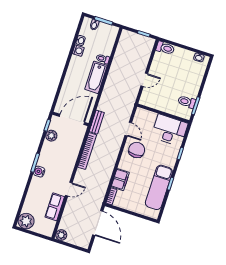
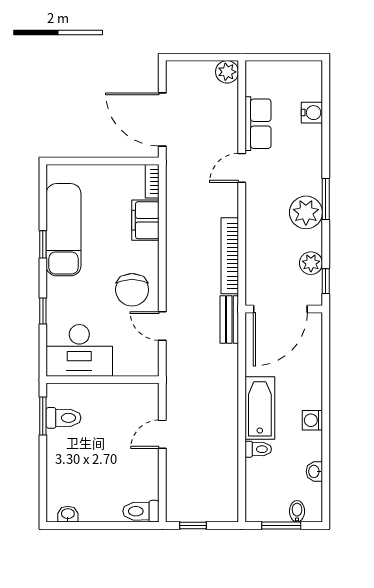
washing machine: (78, 51) -> (312, 420), moved
water cooler: (39, 172) -> (312, 113), moved
plant: (26, 221) -> (306, 212), moved

